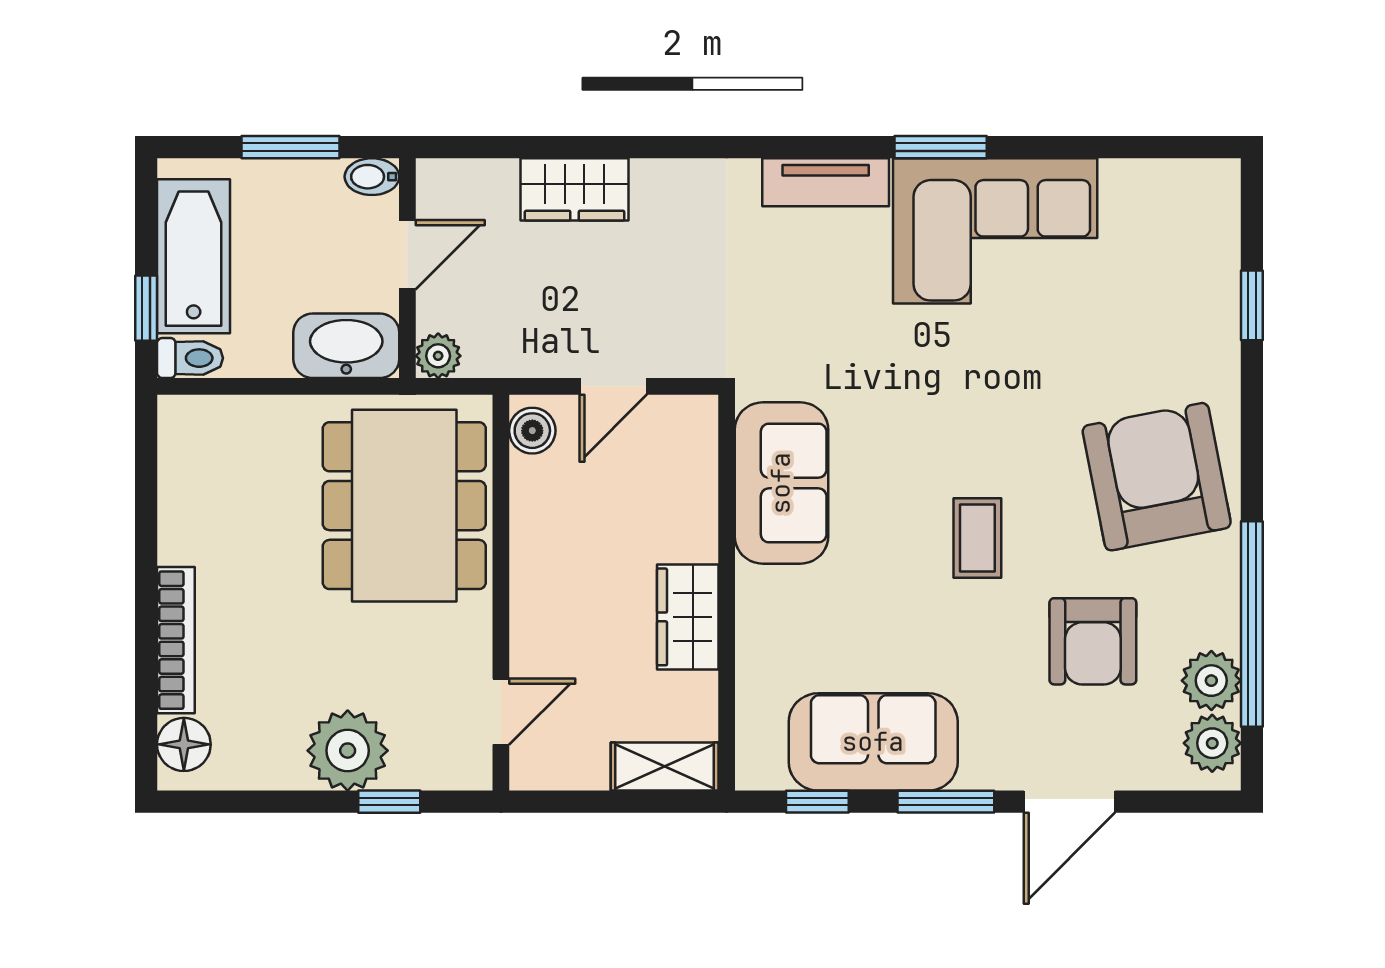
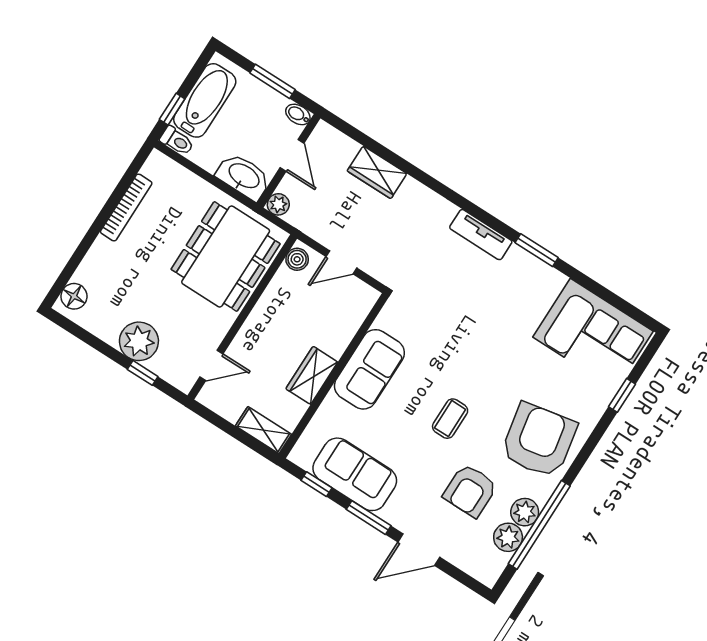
corner sofa: (995, 231) -> (593, 334), moved
door: (407, 255) -> (292, 155), hinge flipped
sofa: (781, 483) -> (369, 369), moved
bookcase: (176, 640) -> (126, 207), moved
plant: (1212, 743) -> (525, 512), moved

